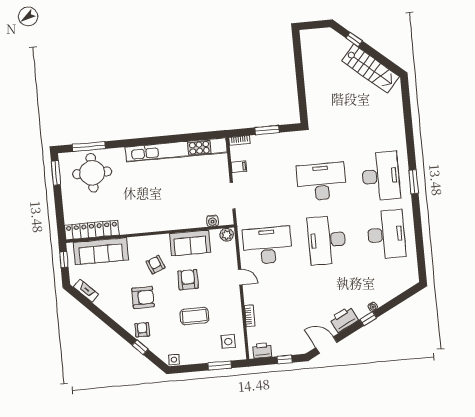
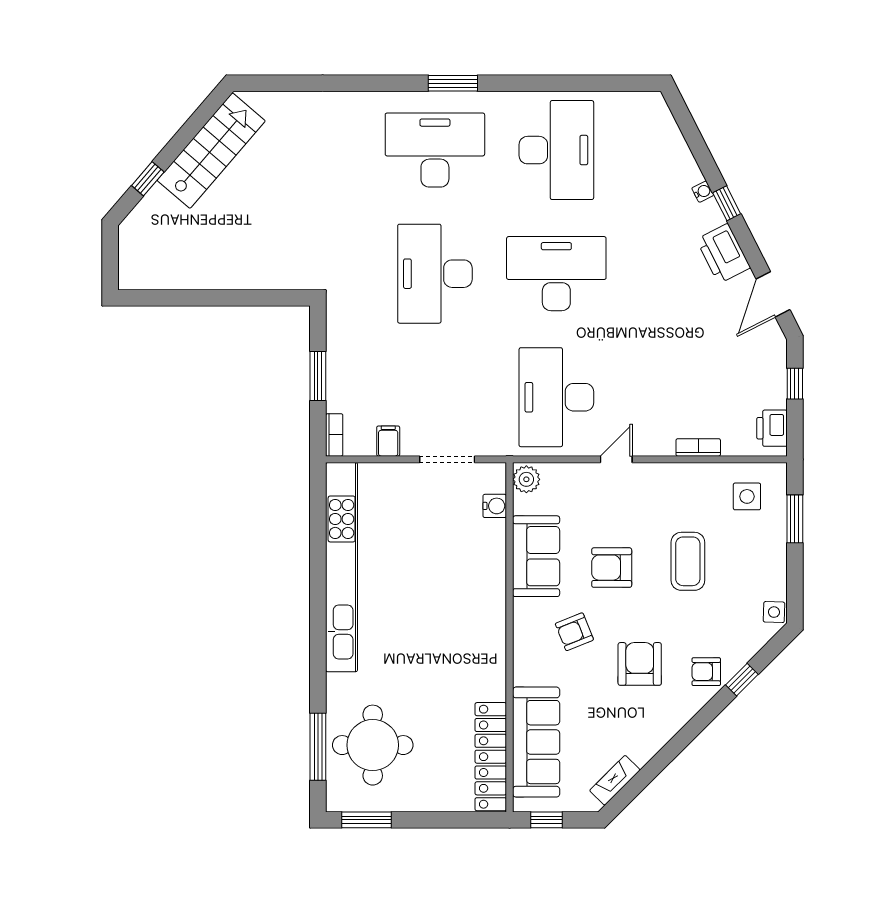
desk: (386, 235) -> (556, 150), turned 90
desk: (327, 240) -> (556, 274), turned 180

